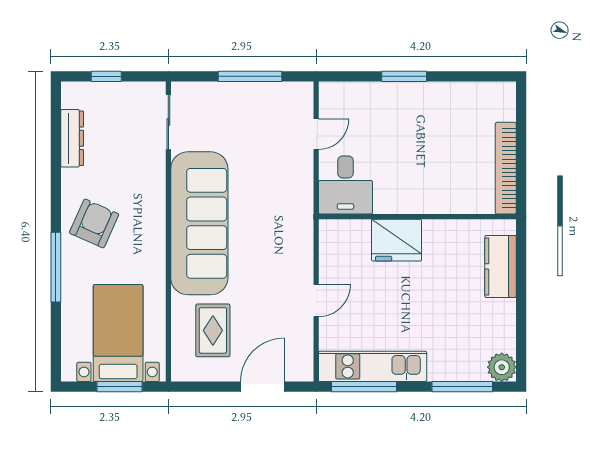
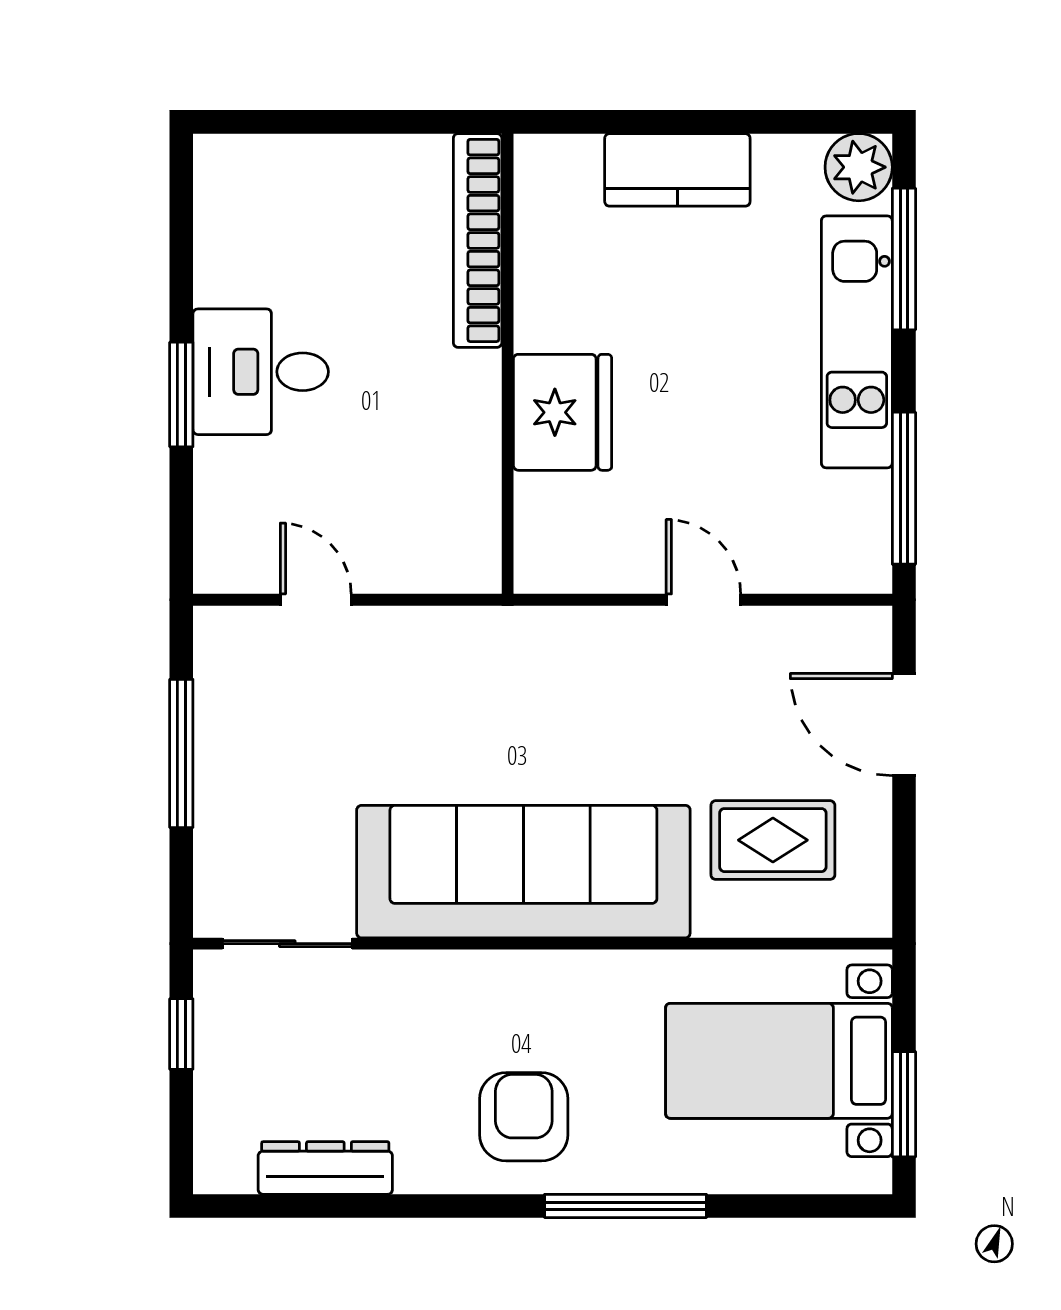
window: (106, 76) -> (181, 1034), moved
bookcase: (506, 168) -> (478, 240), moved, turned 90
desk: (345, 185) -> (261, 372), moved, turned 180
armchair: (94, 223) -> (524, 1117), turned 66
kitchen counter: (501, 266) -> (677, 170), moved
kitchen unit: (373, 366) -> (857, 342), moved
window: (120, 387) -> (904, 1104), moved

